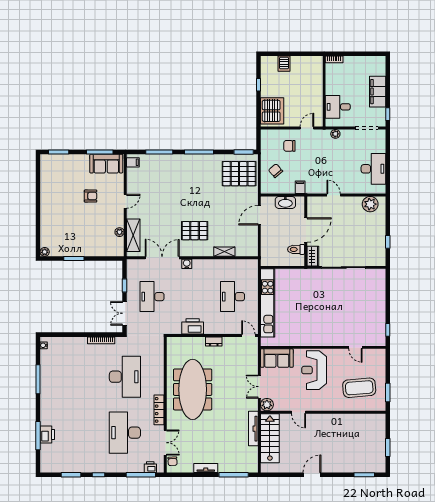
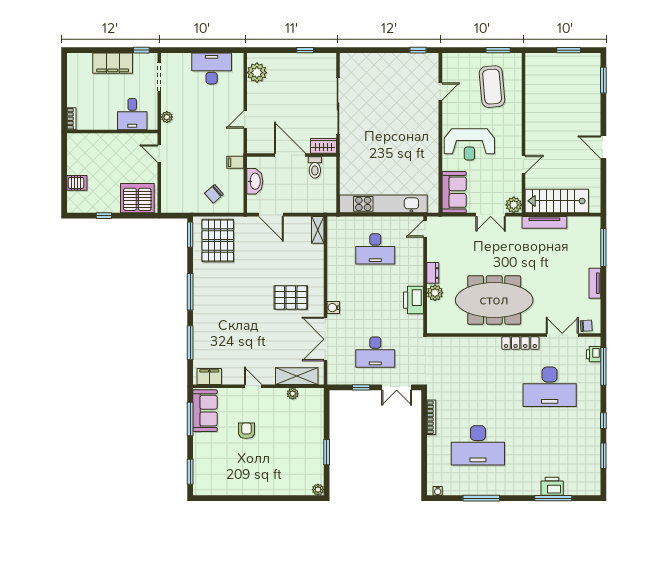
chair: (289, 146) -> (182, 176), removed
filing cabinet: (133, 162) -> (209, 377), width x2.00
pallet: (195, 231) -> (291, 297), turned 90
shelving: (224, 252) -> (318, 230), moved
plant: (198, 343) -> (435, 293), added
desk: (125, 377) -> (478, 445), moved, turned 180

